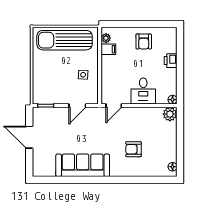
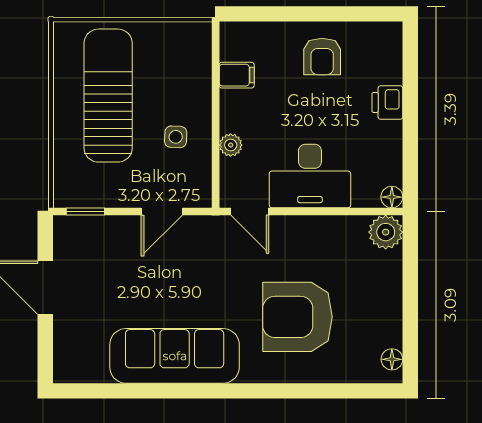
plant: (106, 38) -> (231, 145), moved
sun lounger: (65, 40) -> (108, 96), moved, turned 90
desk: (143, 91) -> (310, 176), width x1.37
door: (114, 106) -> (250, 211), hinge flipped
armchair: (133, 149) -> (297, 317), width x1.88, depth x1.88

